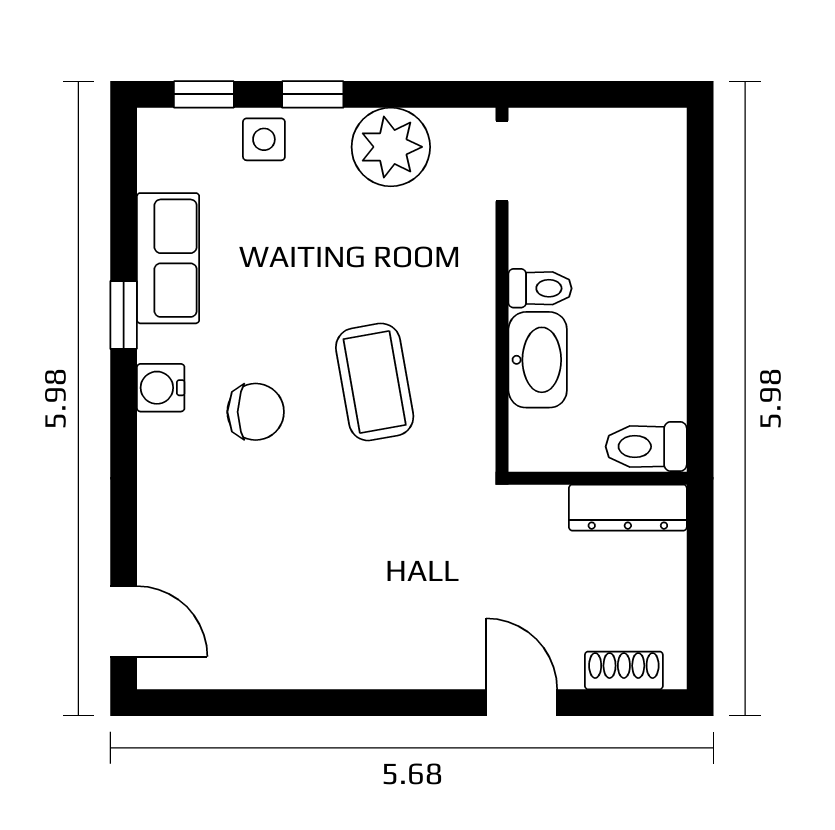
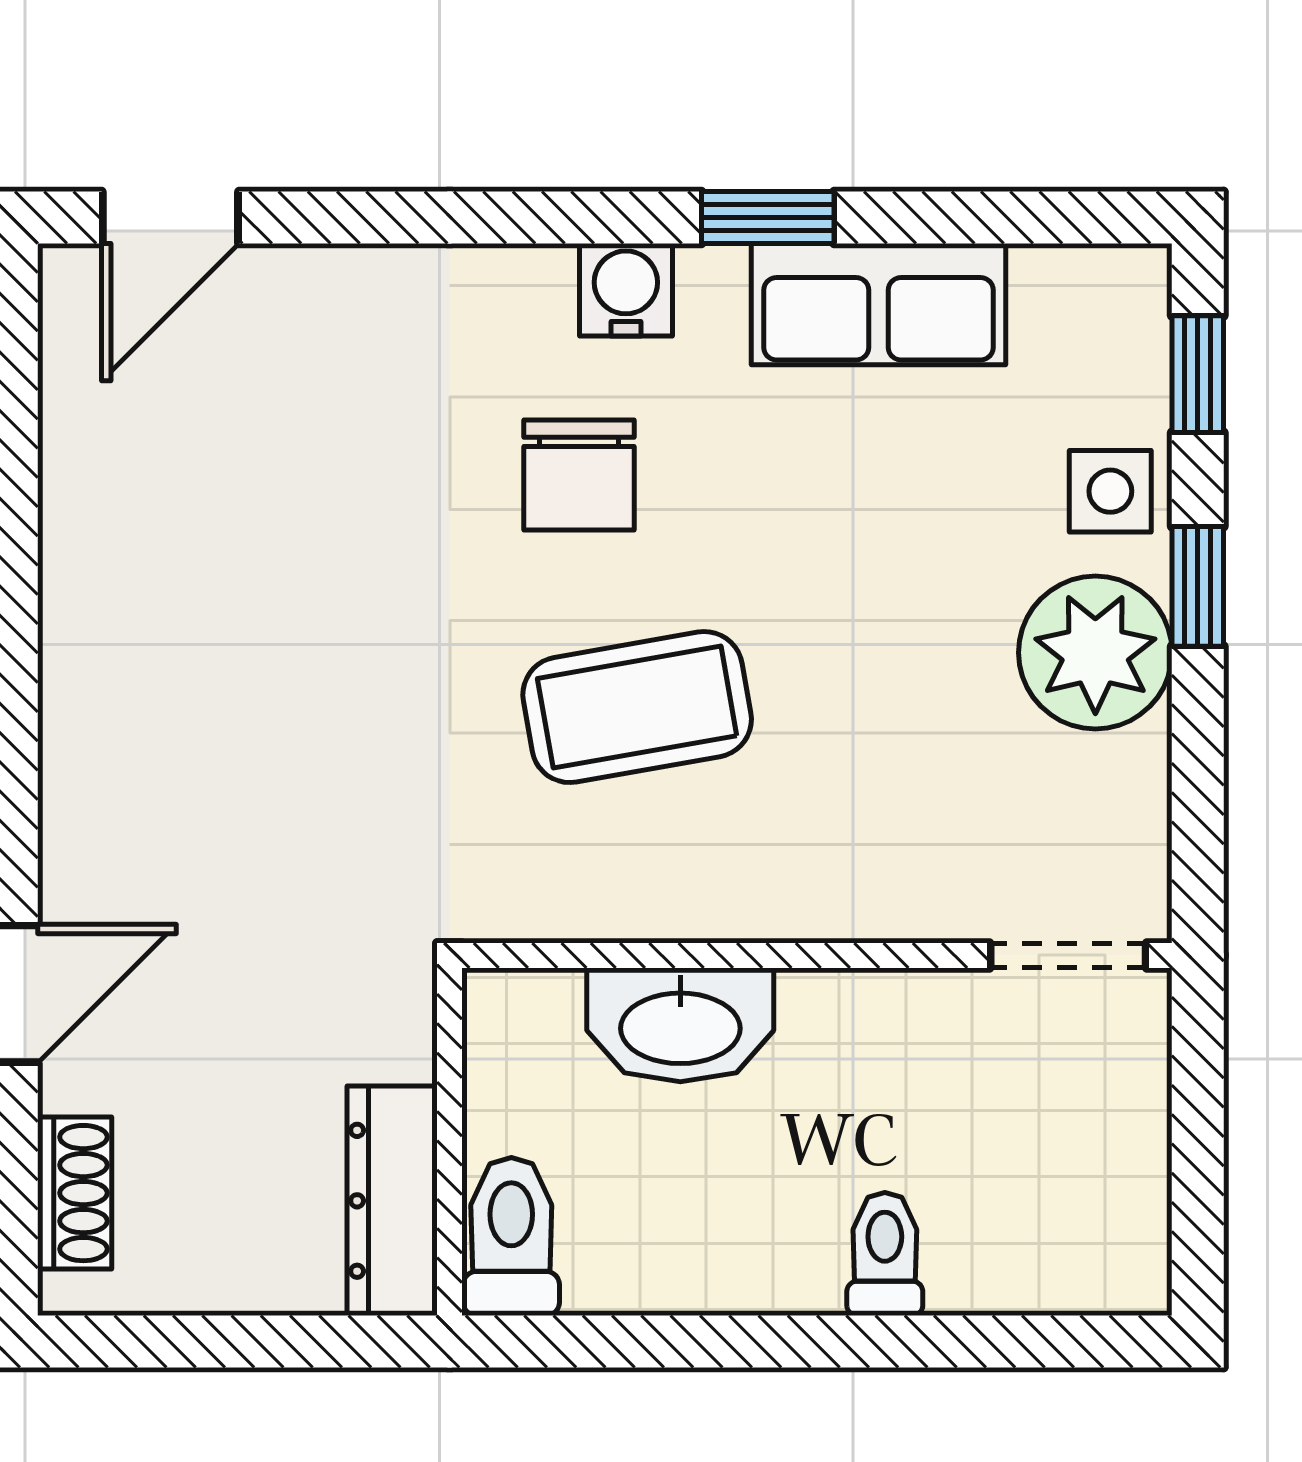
plant: (391, 147) -> (1095, 653), moved
toilet: (540, 288) -> (885, 1254), moved, turned 180

